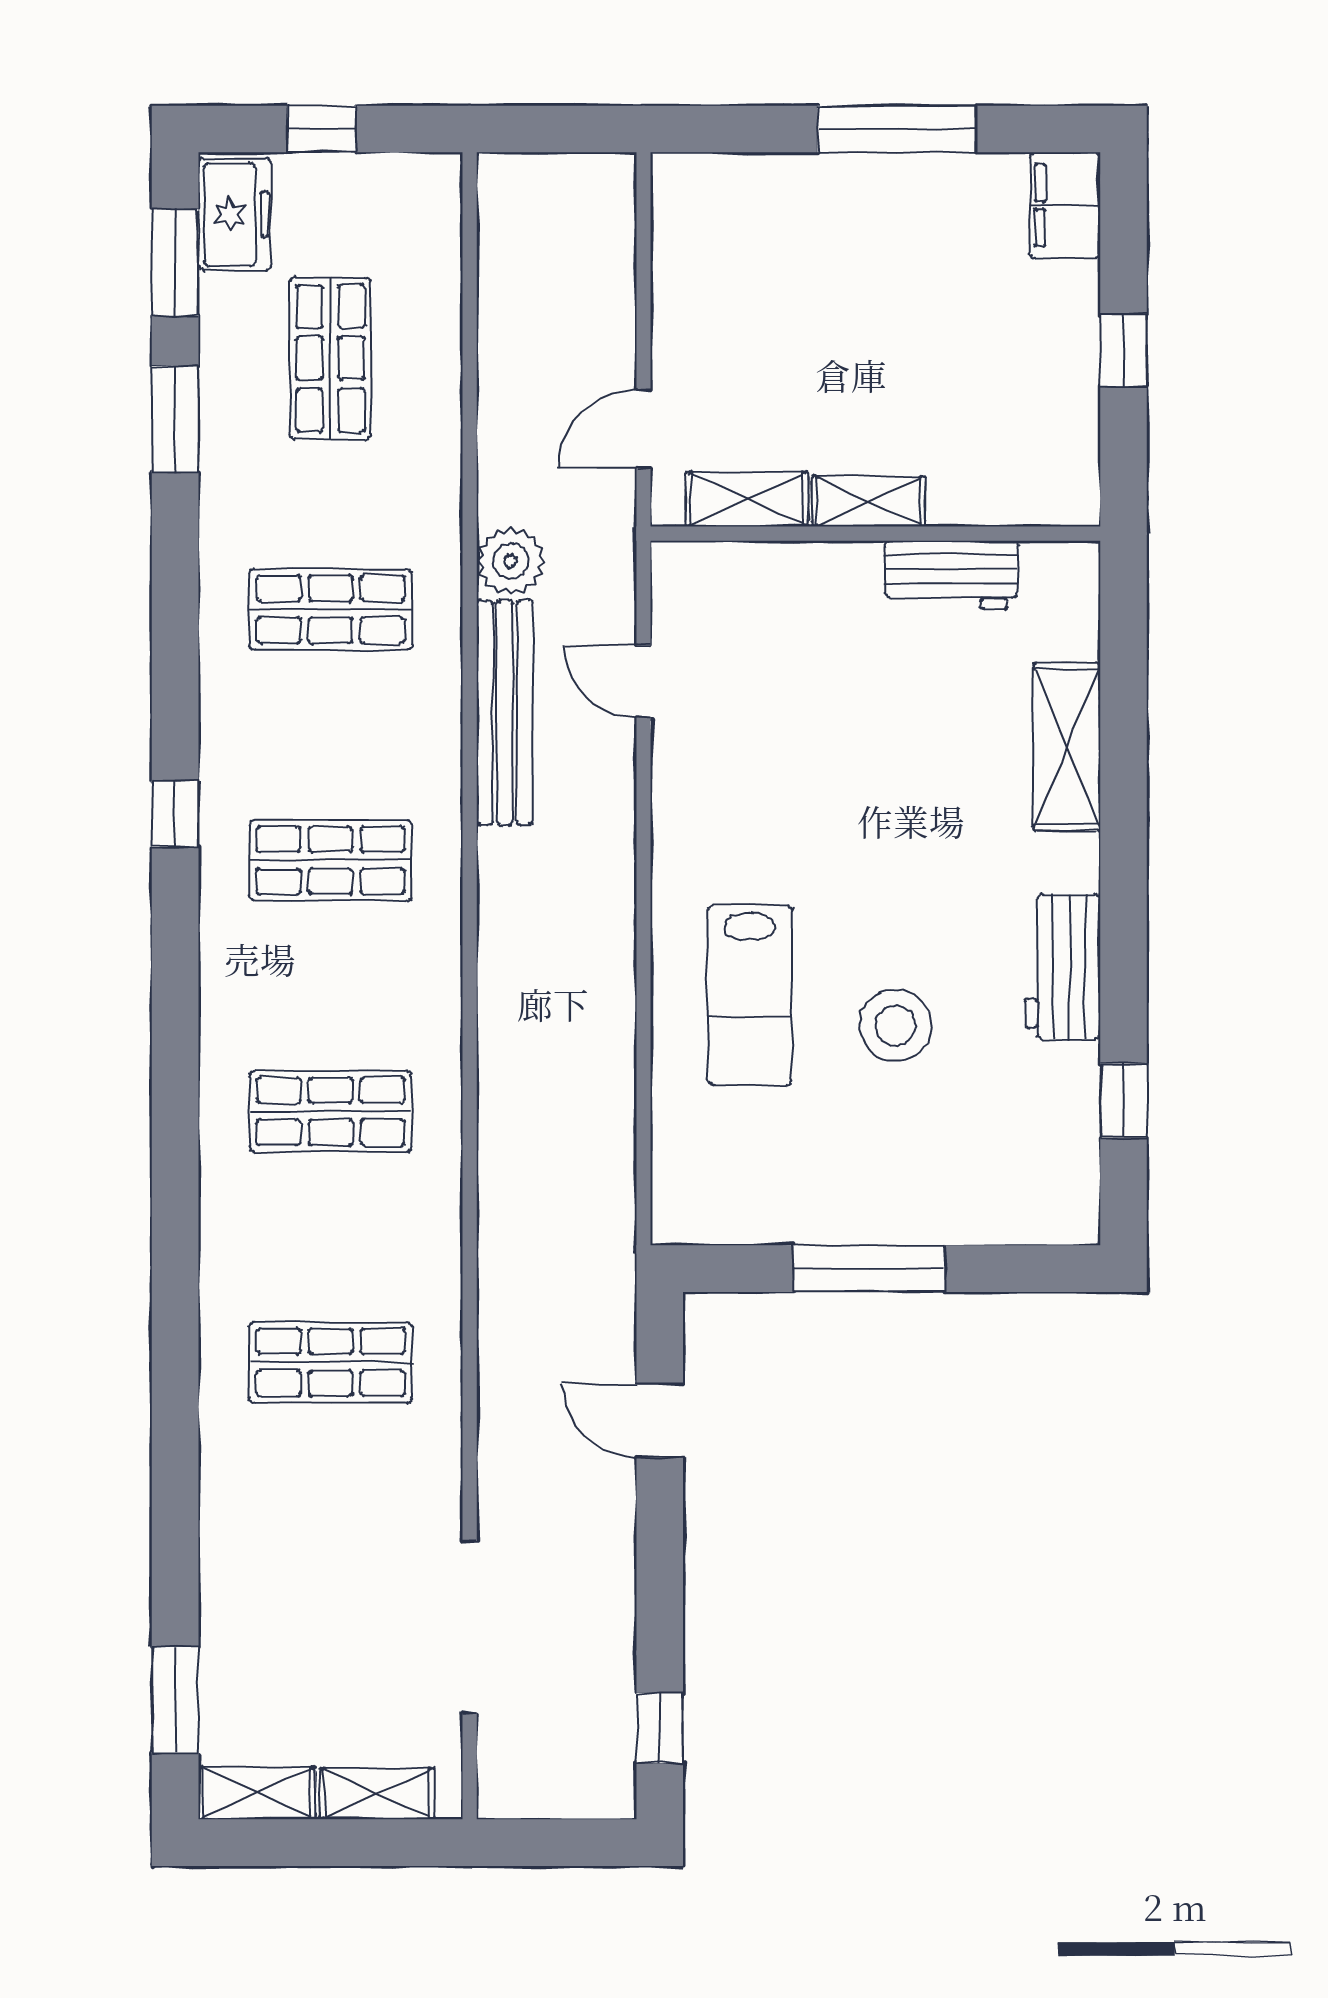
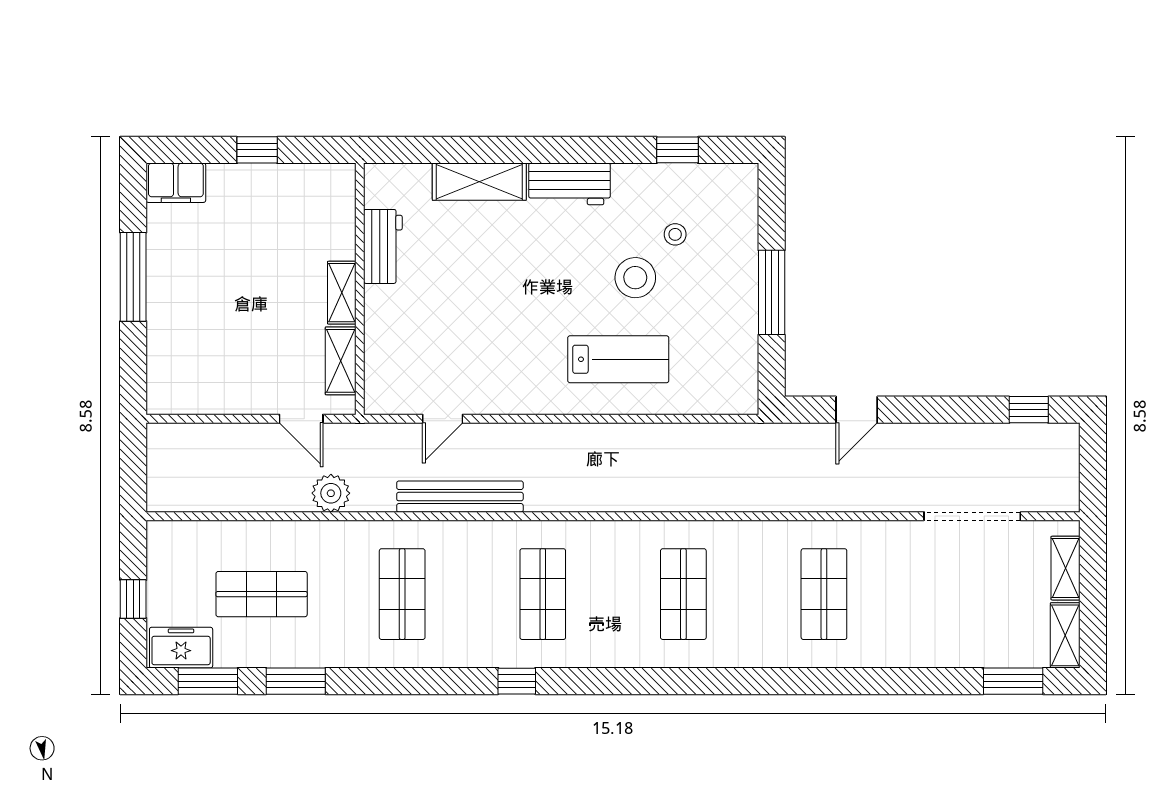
plant: (511, 561) -> (331, 493), moved
workbench: (1063, 967) -> (569, 184), moved
stool: (973, 1097) -> (675, 234), added

